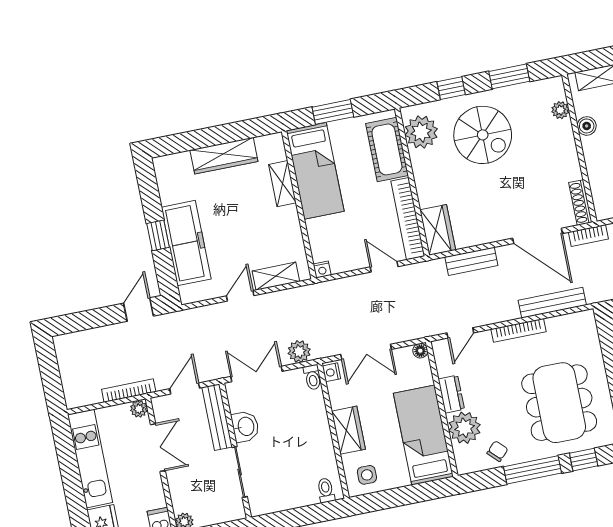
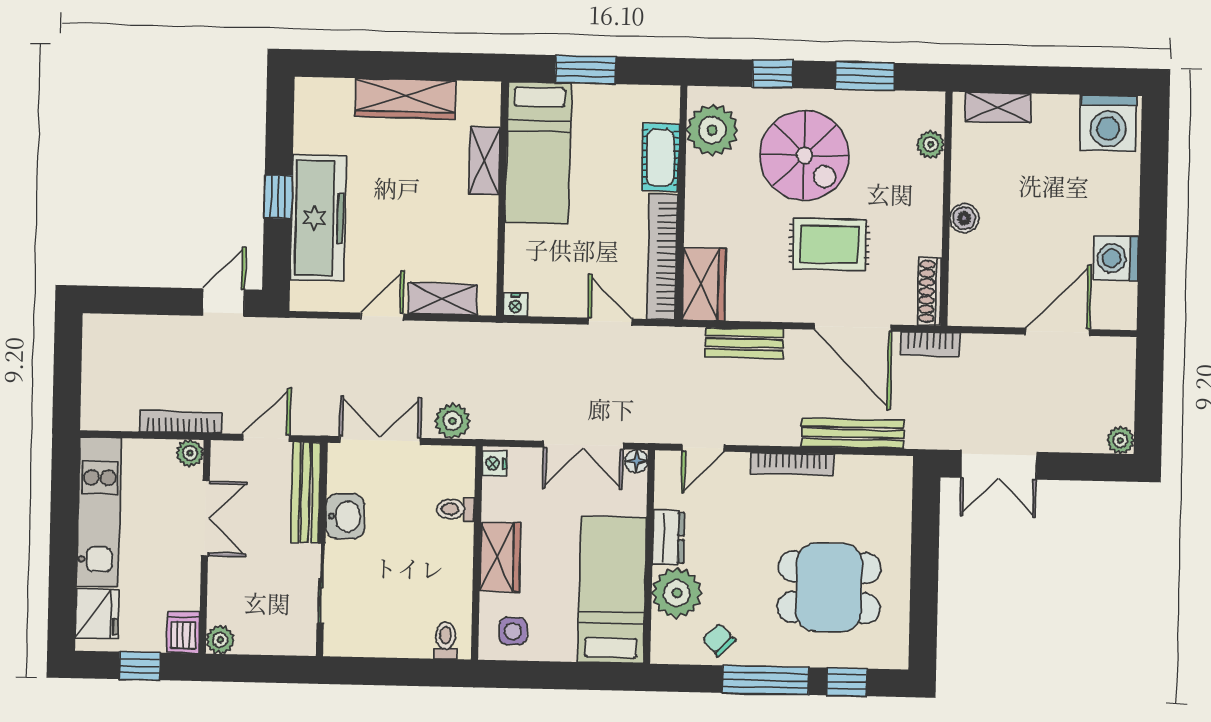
boiler: (587, 126) -> (964, 218), moved
cot: (387, 149) -> (660, 157), width x0.73, depth x0.75
rug: (511, 187) -> (829, 244), added
double door: (366, 352) -> (583, 445), moved
toilet: (312, 377) -> (455, 509), moved, turned 90
dining table: (559, 403) -> (829, 587), width x0.73
chair: (497, 451) -> (719, 640), turned -89

